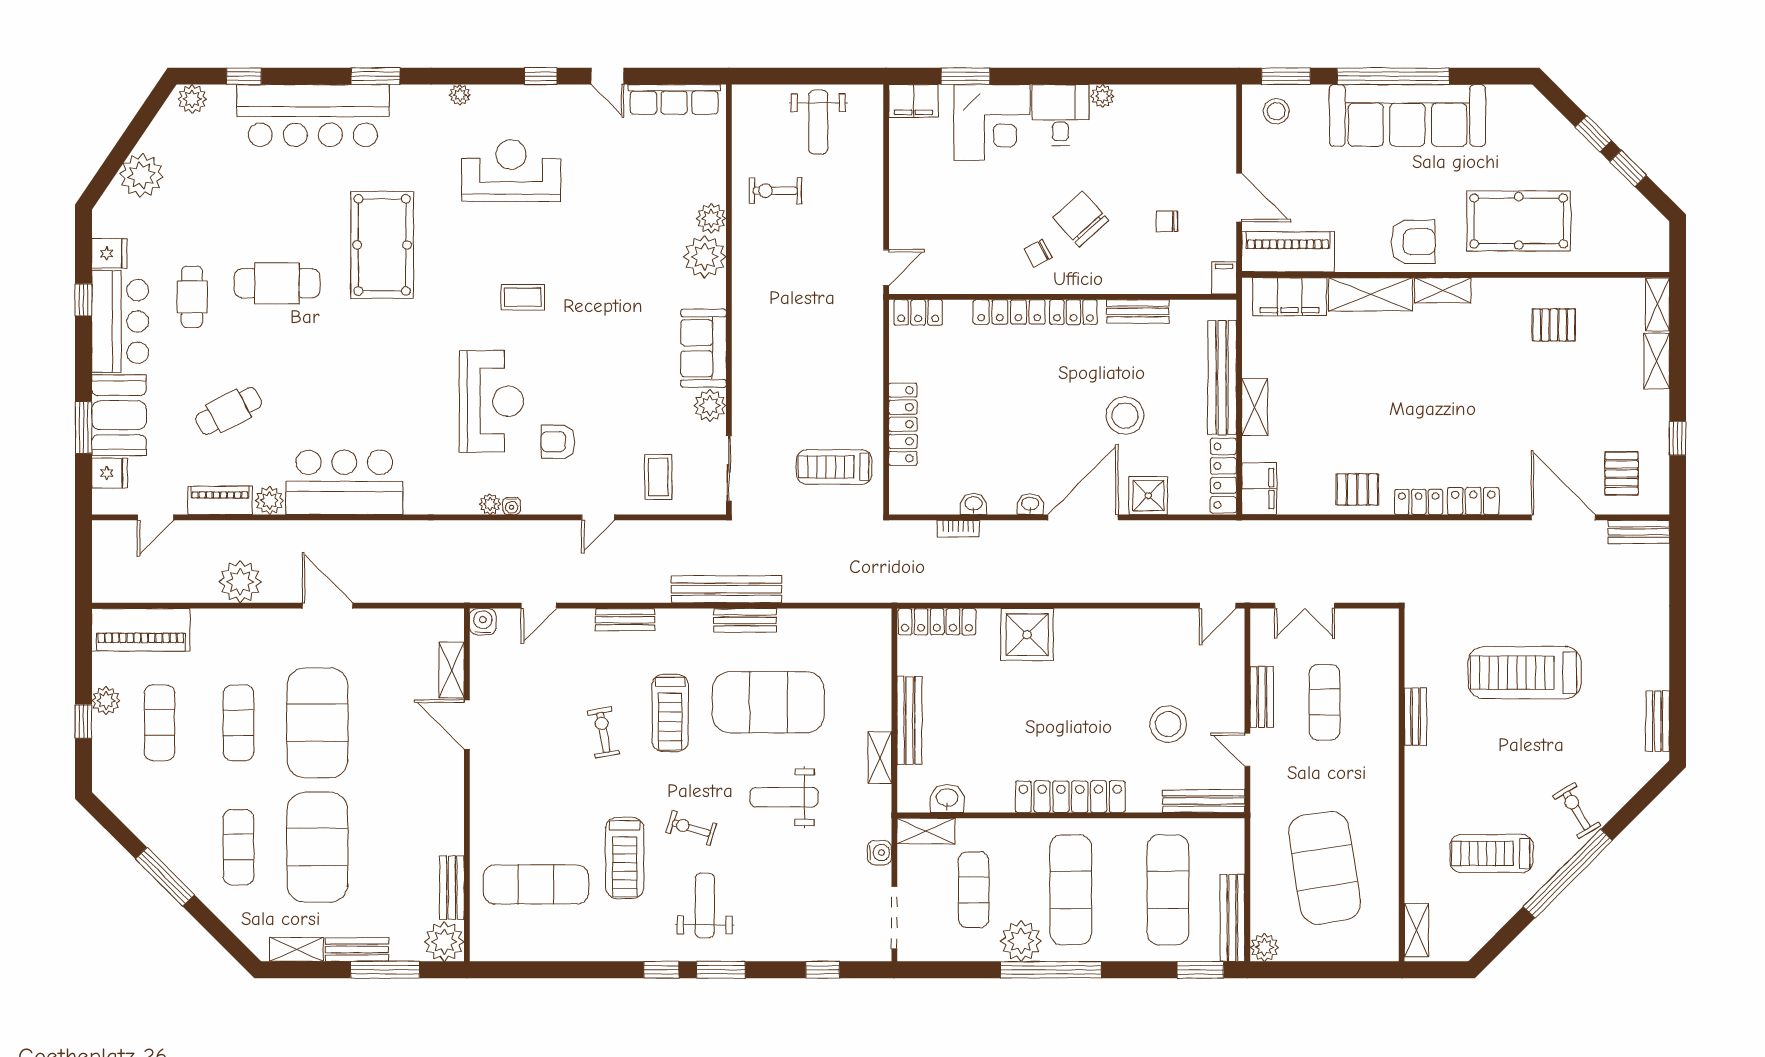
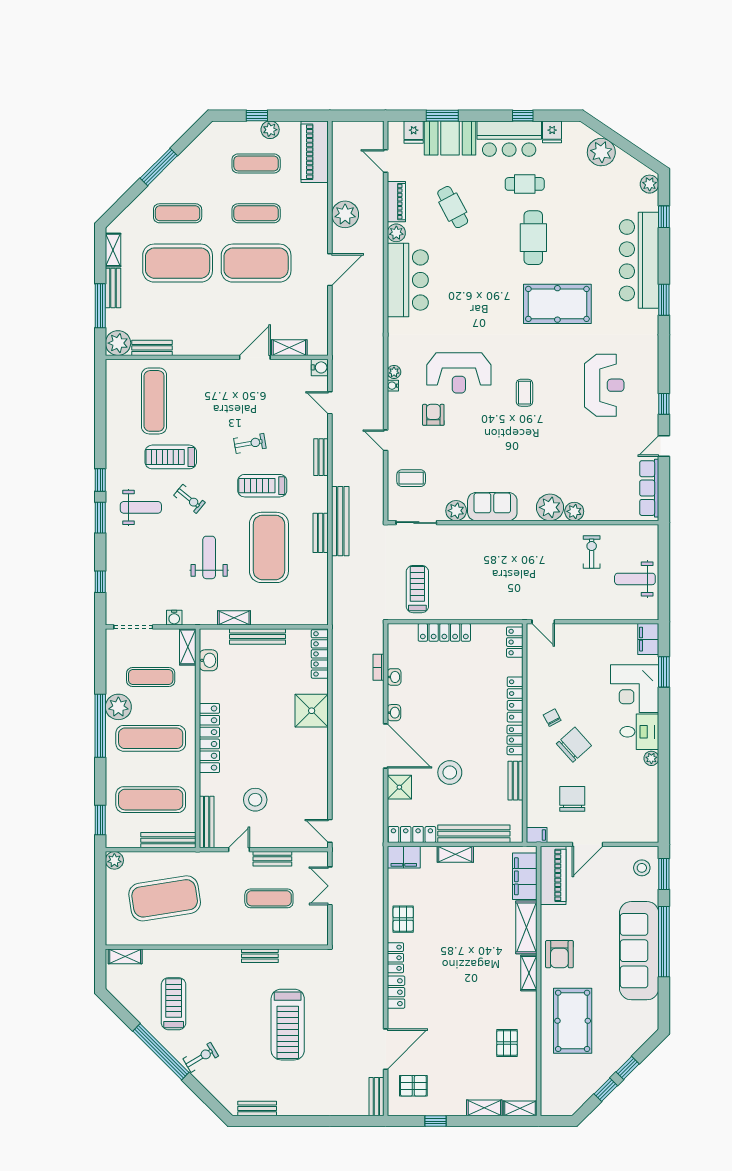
plant: (460, 95) -> (652, 353), removed
chair: (1167, 221) -> (572, 799), width x1.87, depth x1.87
treadmill: (1525, 673) -> (288, 1025), turned 180
exercise bike: (691, 828) -> (190, 499), turned 112
bench: (1232, 918) -> (168, 840), moved

